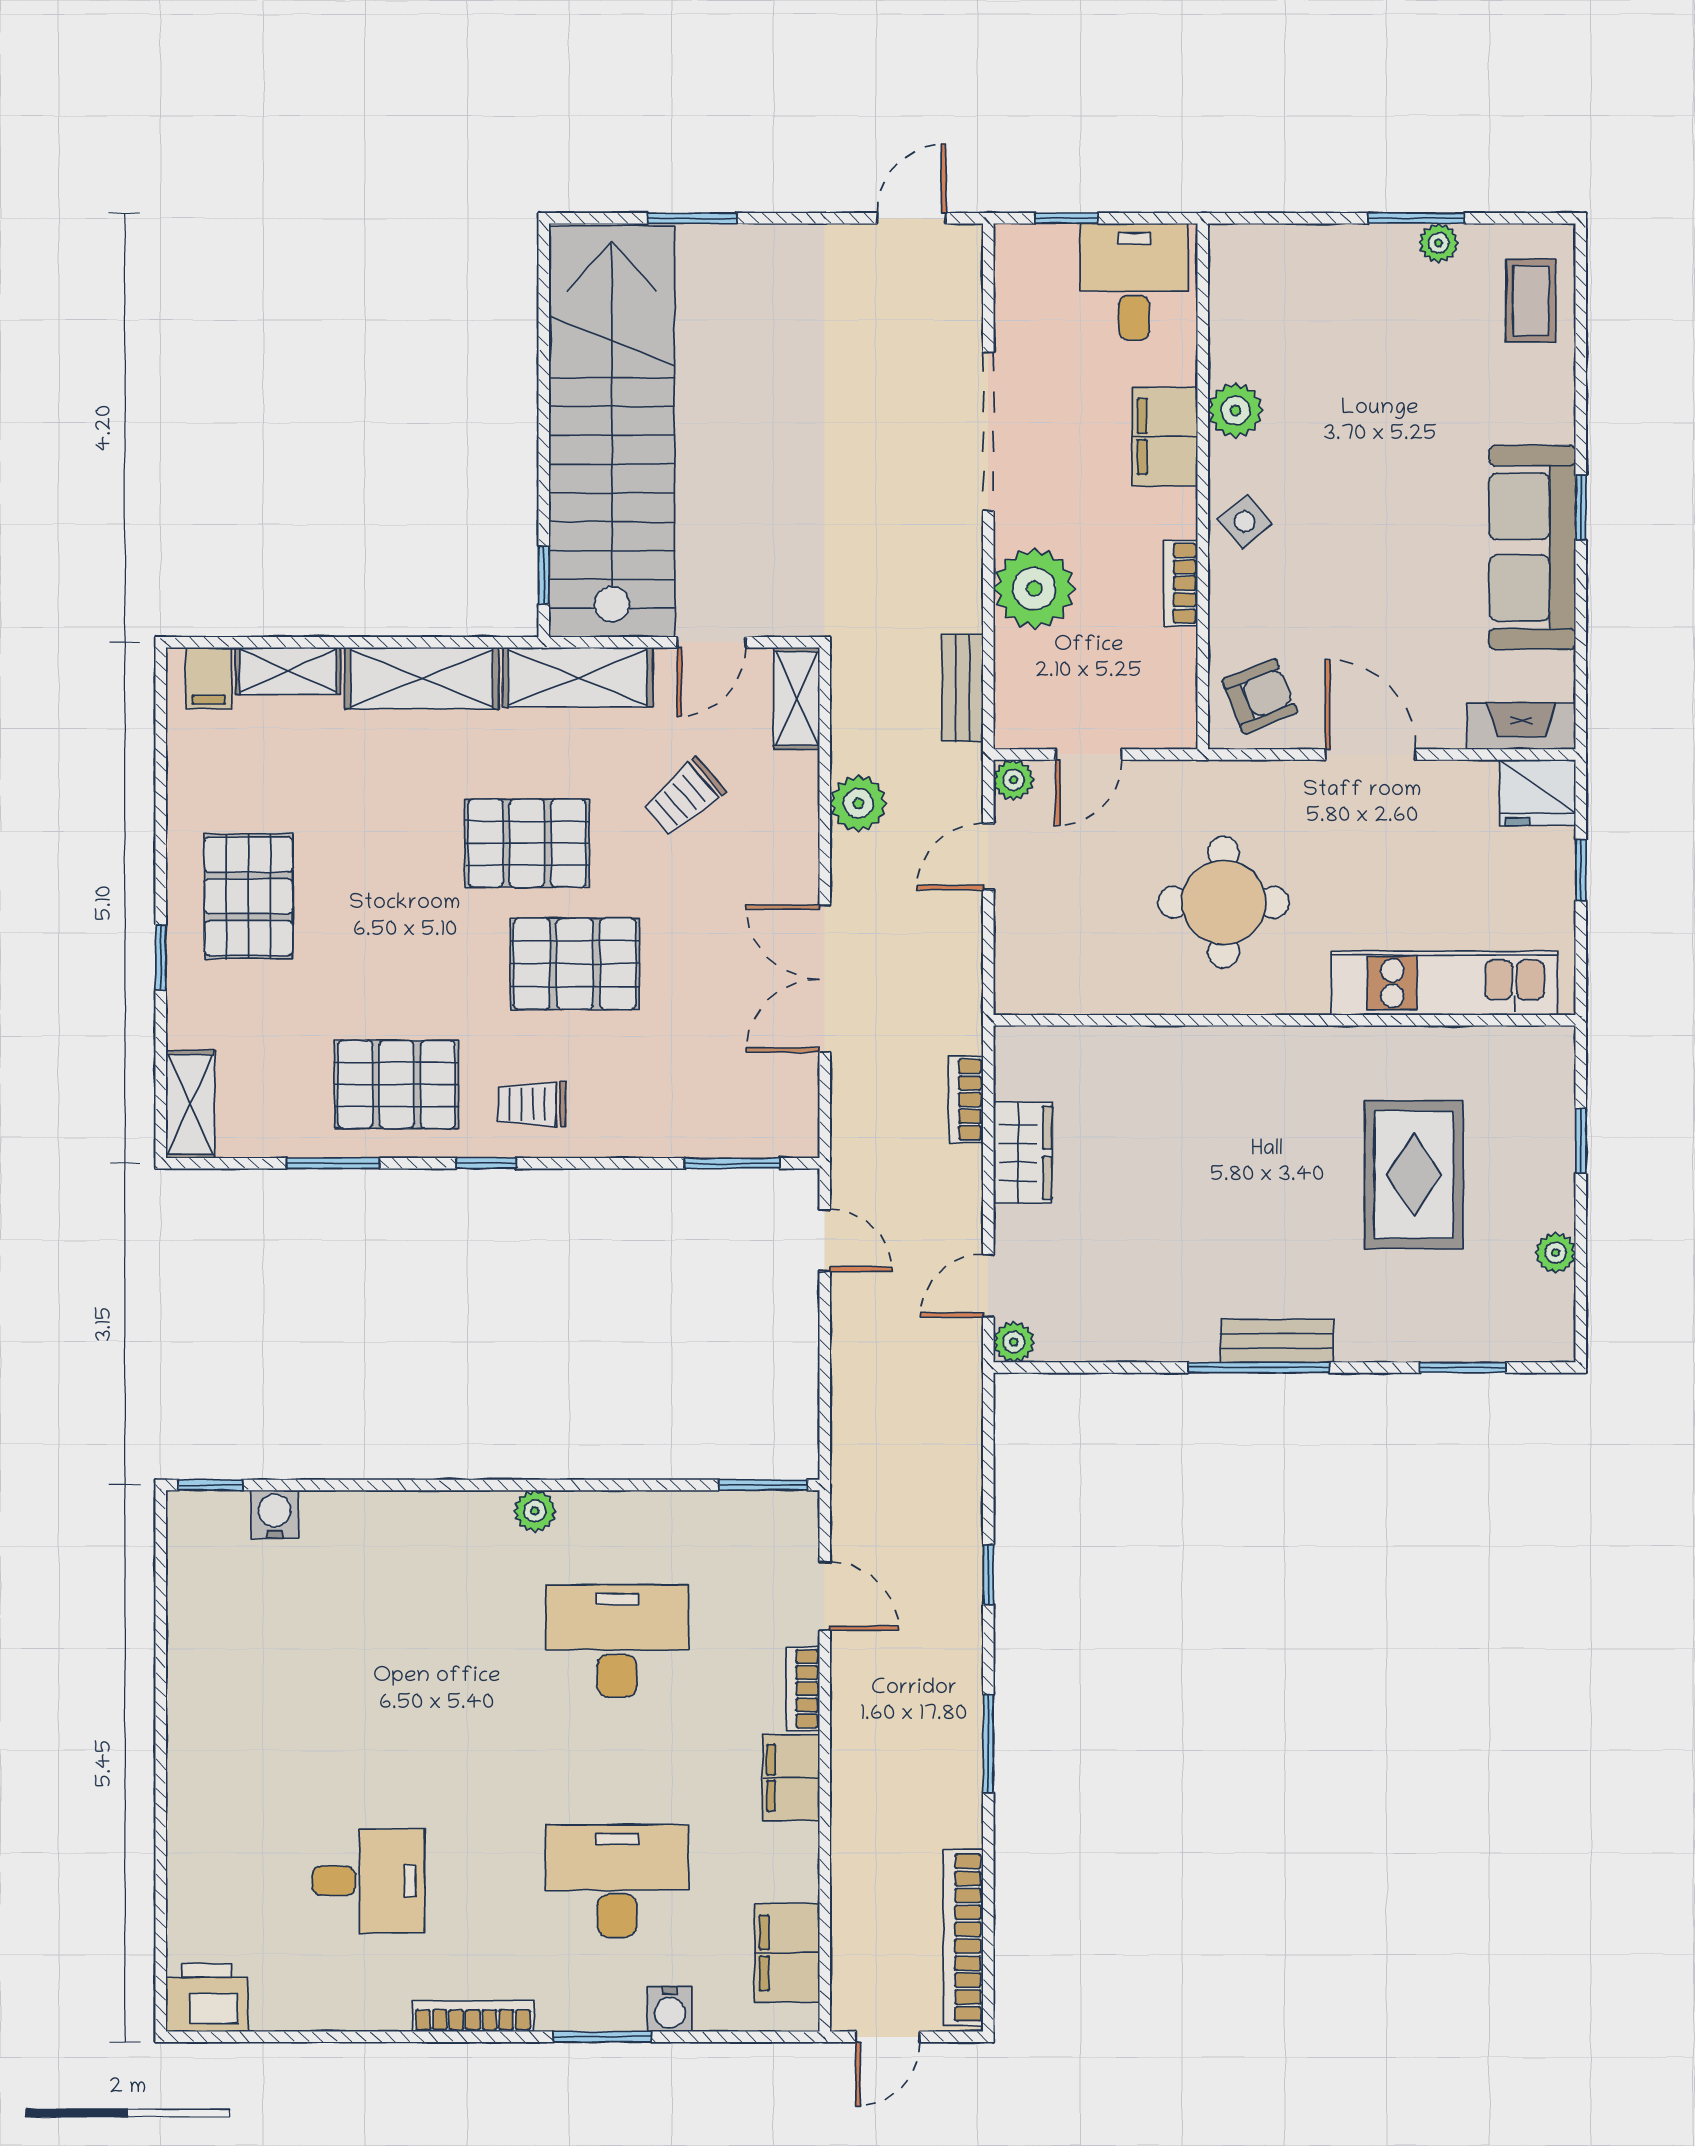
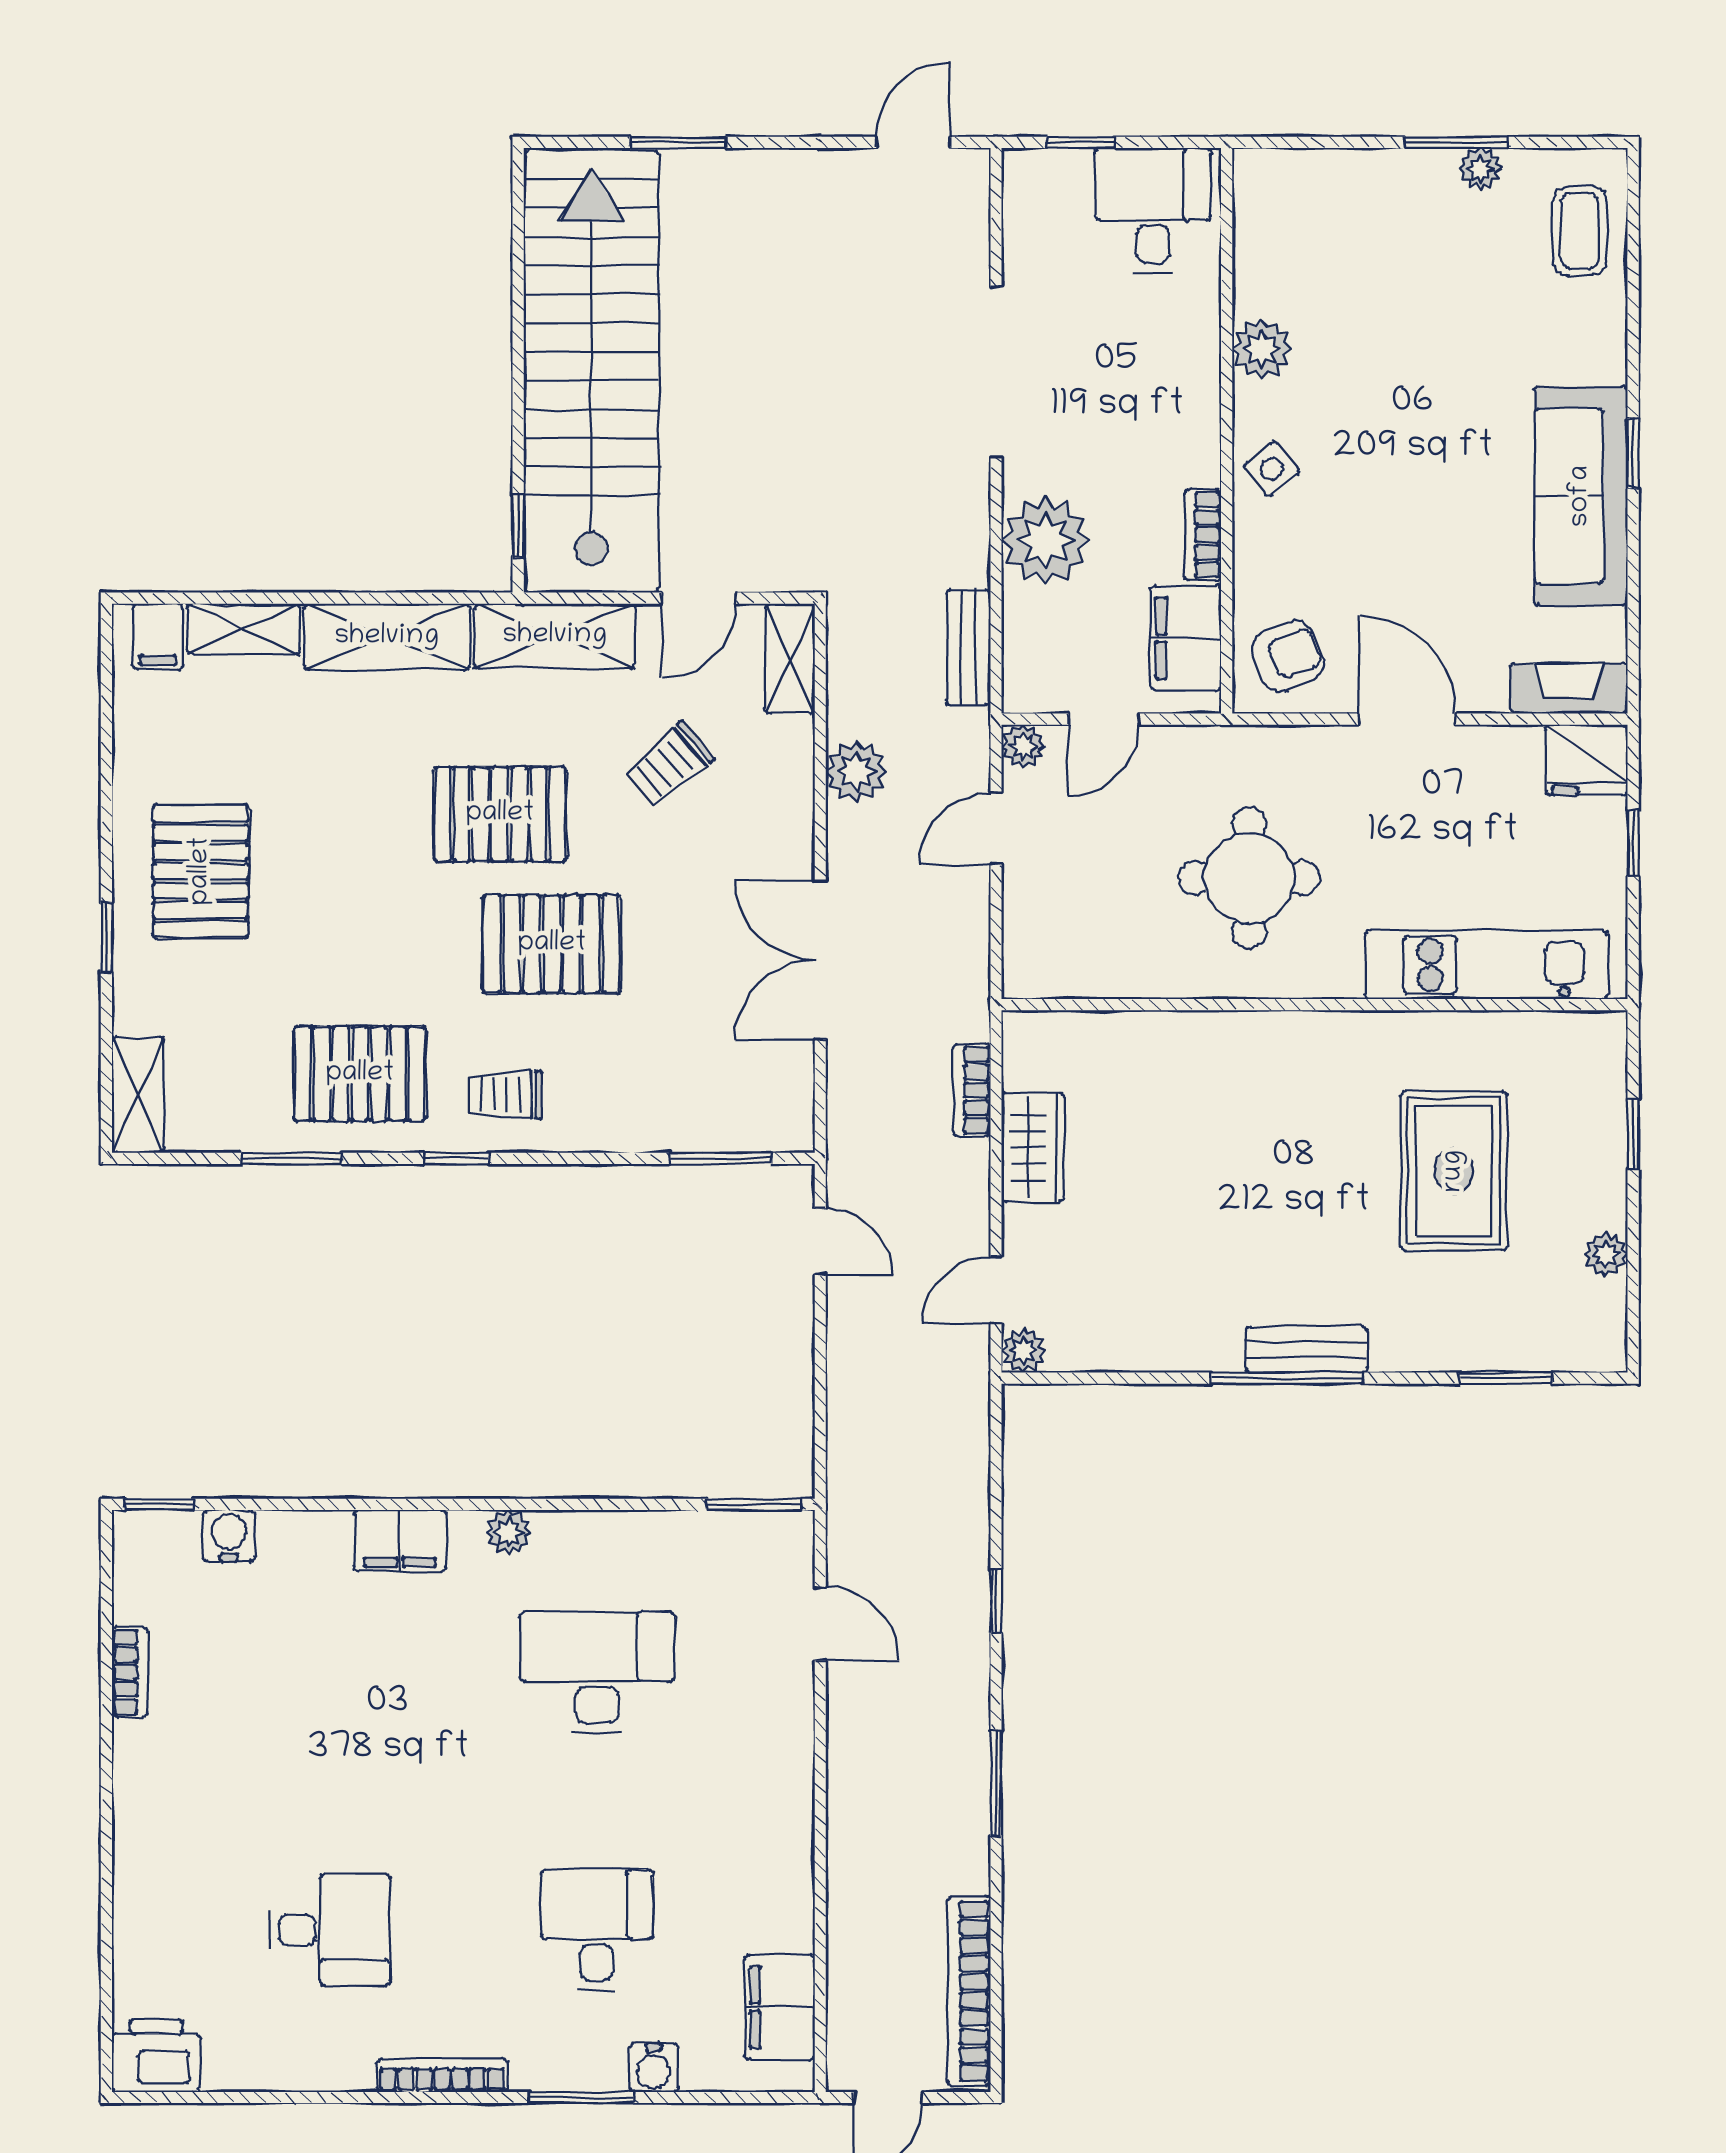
filing cabinet: (1165, 437) -> (1186, 638), moved
bookcase: (803, 1689) -> (130, 1672), moved, turned 180
filing cabinet: (791, 1778) -> (400, 1541), moved, turned -90
desk: (617, 1881) -> (597, 1930), width x0.73

